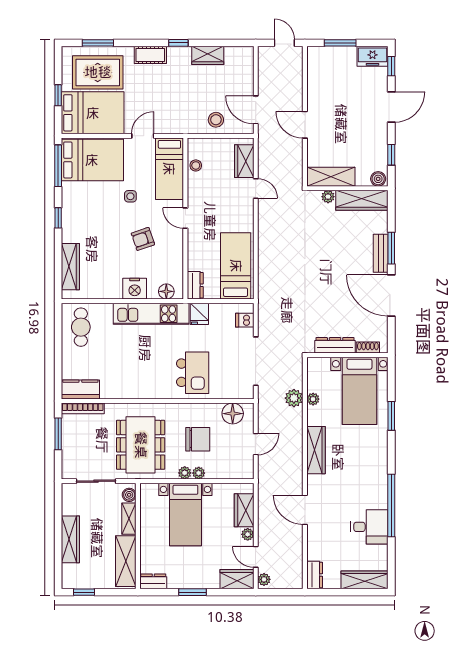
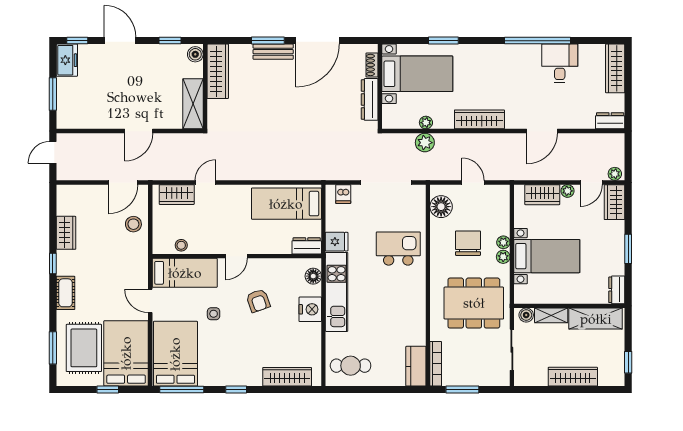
plant: (328, 197) -> (214, 107), removed

